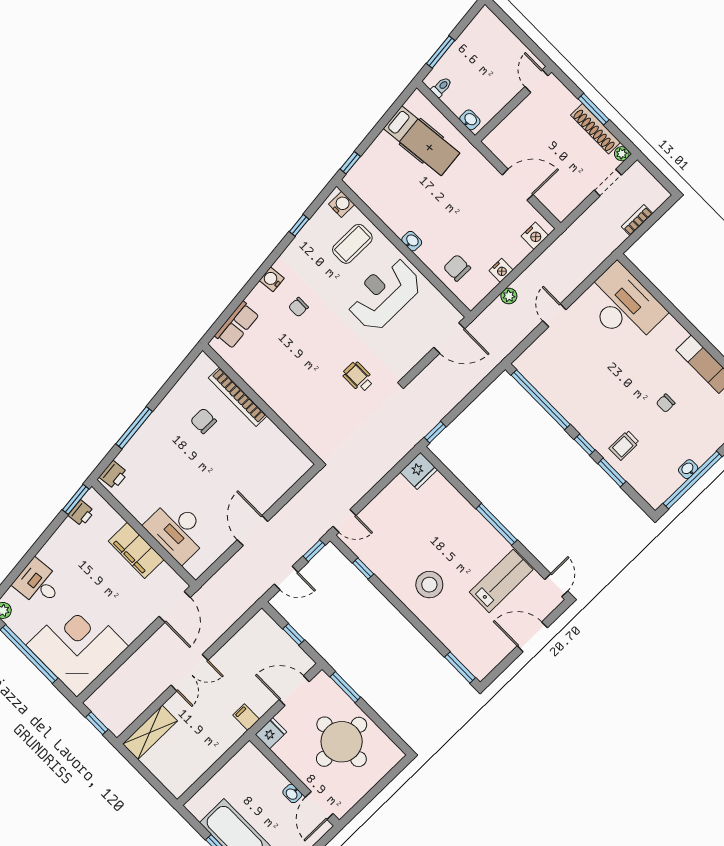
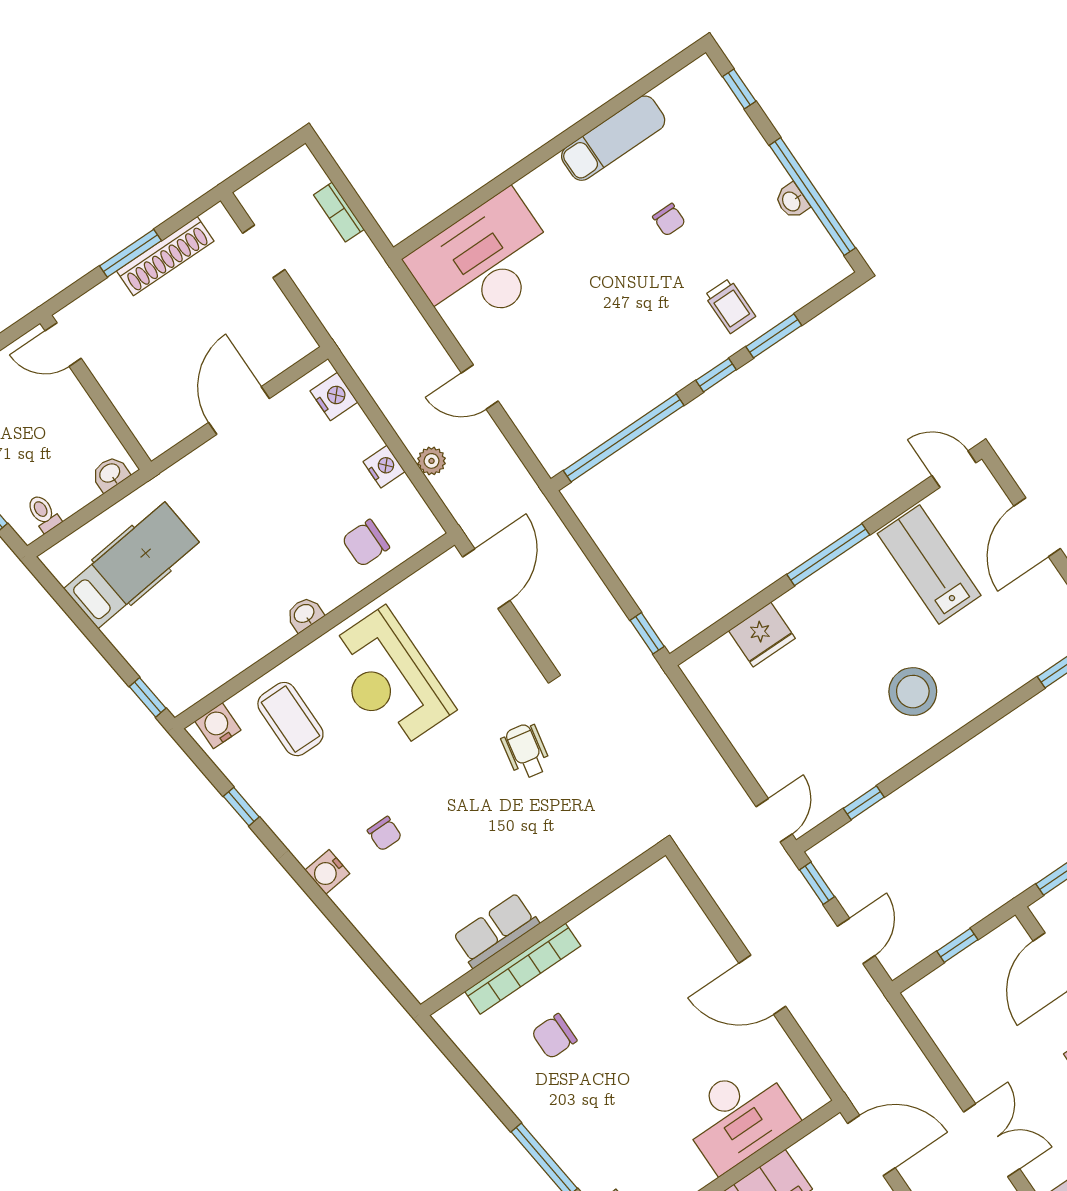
plant: (622, 154) -> (217, 218), removed
row of seats: (237, 325) -> (496, 930), moved, turned -84
wheelchair: (358, 377) -> (526, 751), turned 101
fridge: (419, 471) -> (762, 635), moved, turned 90

